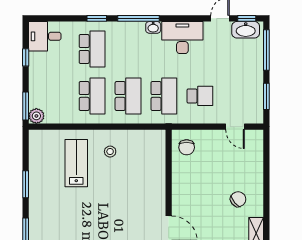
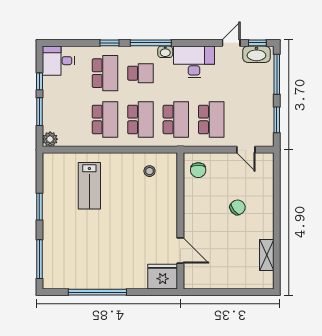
school desk: (128, 49) -> (140, 73), added
school desk: (200, 96) -> (211, 119), width x1.85
window: (26, 106) -> (39, 112), moved
stool: (110, 152) -> (149, 171), moved
lab bench: (76, 163) -> (89, 186), turned 180
chair: (238, 199) -> (238, 207), moved

